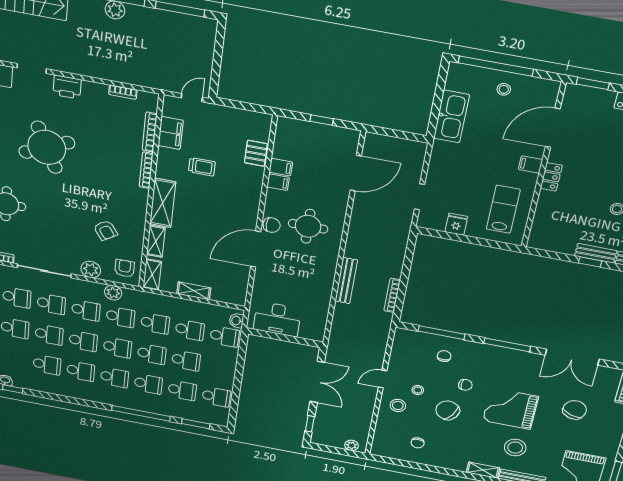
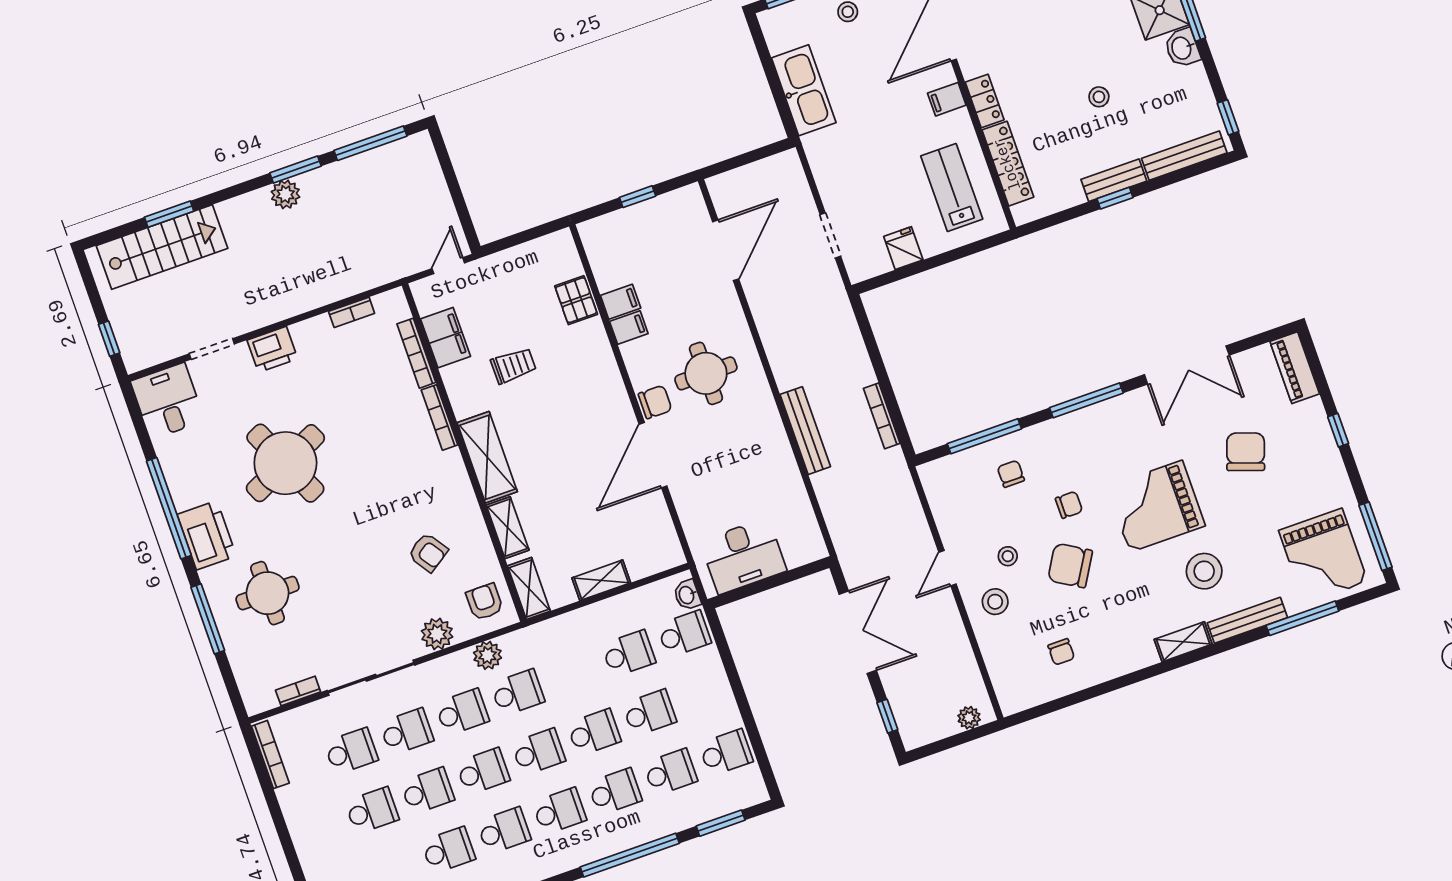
locker: (543, 214) -> (1008, 164), added
school desk: (155, 323) -> (573, 673), removed

